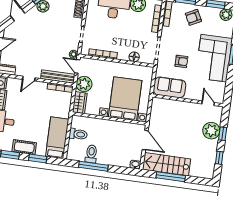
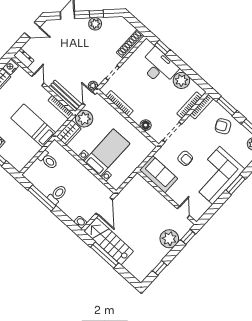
door: (29, 79) -> (38, 80), swing flipped
bed with nightstands: (125, 99) -> (107, 153), width x0.73
window: (223, 134) -> (188, 237), moved
bed: (57, 138) -> (33, 125), moved, turned -90
toilet: (91, 154) -> (57, 194), moved

